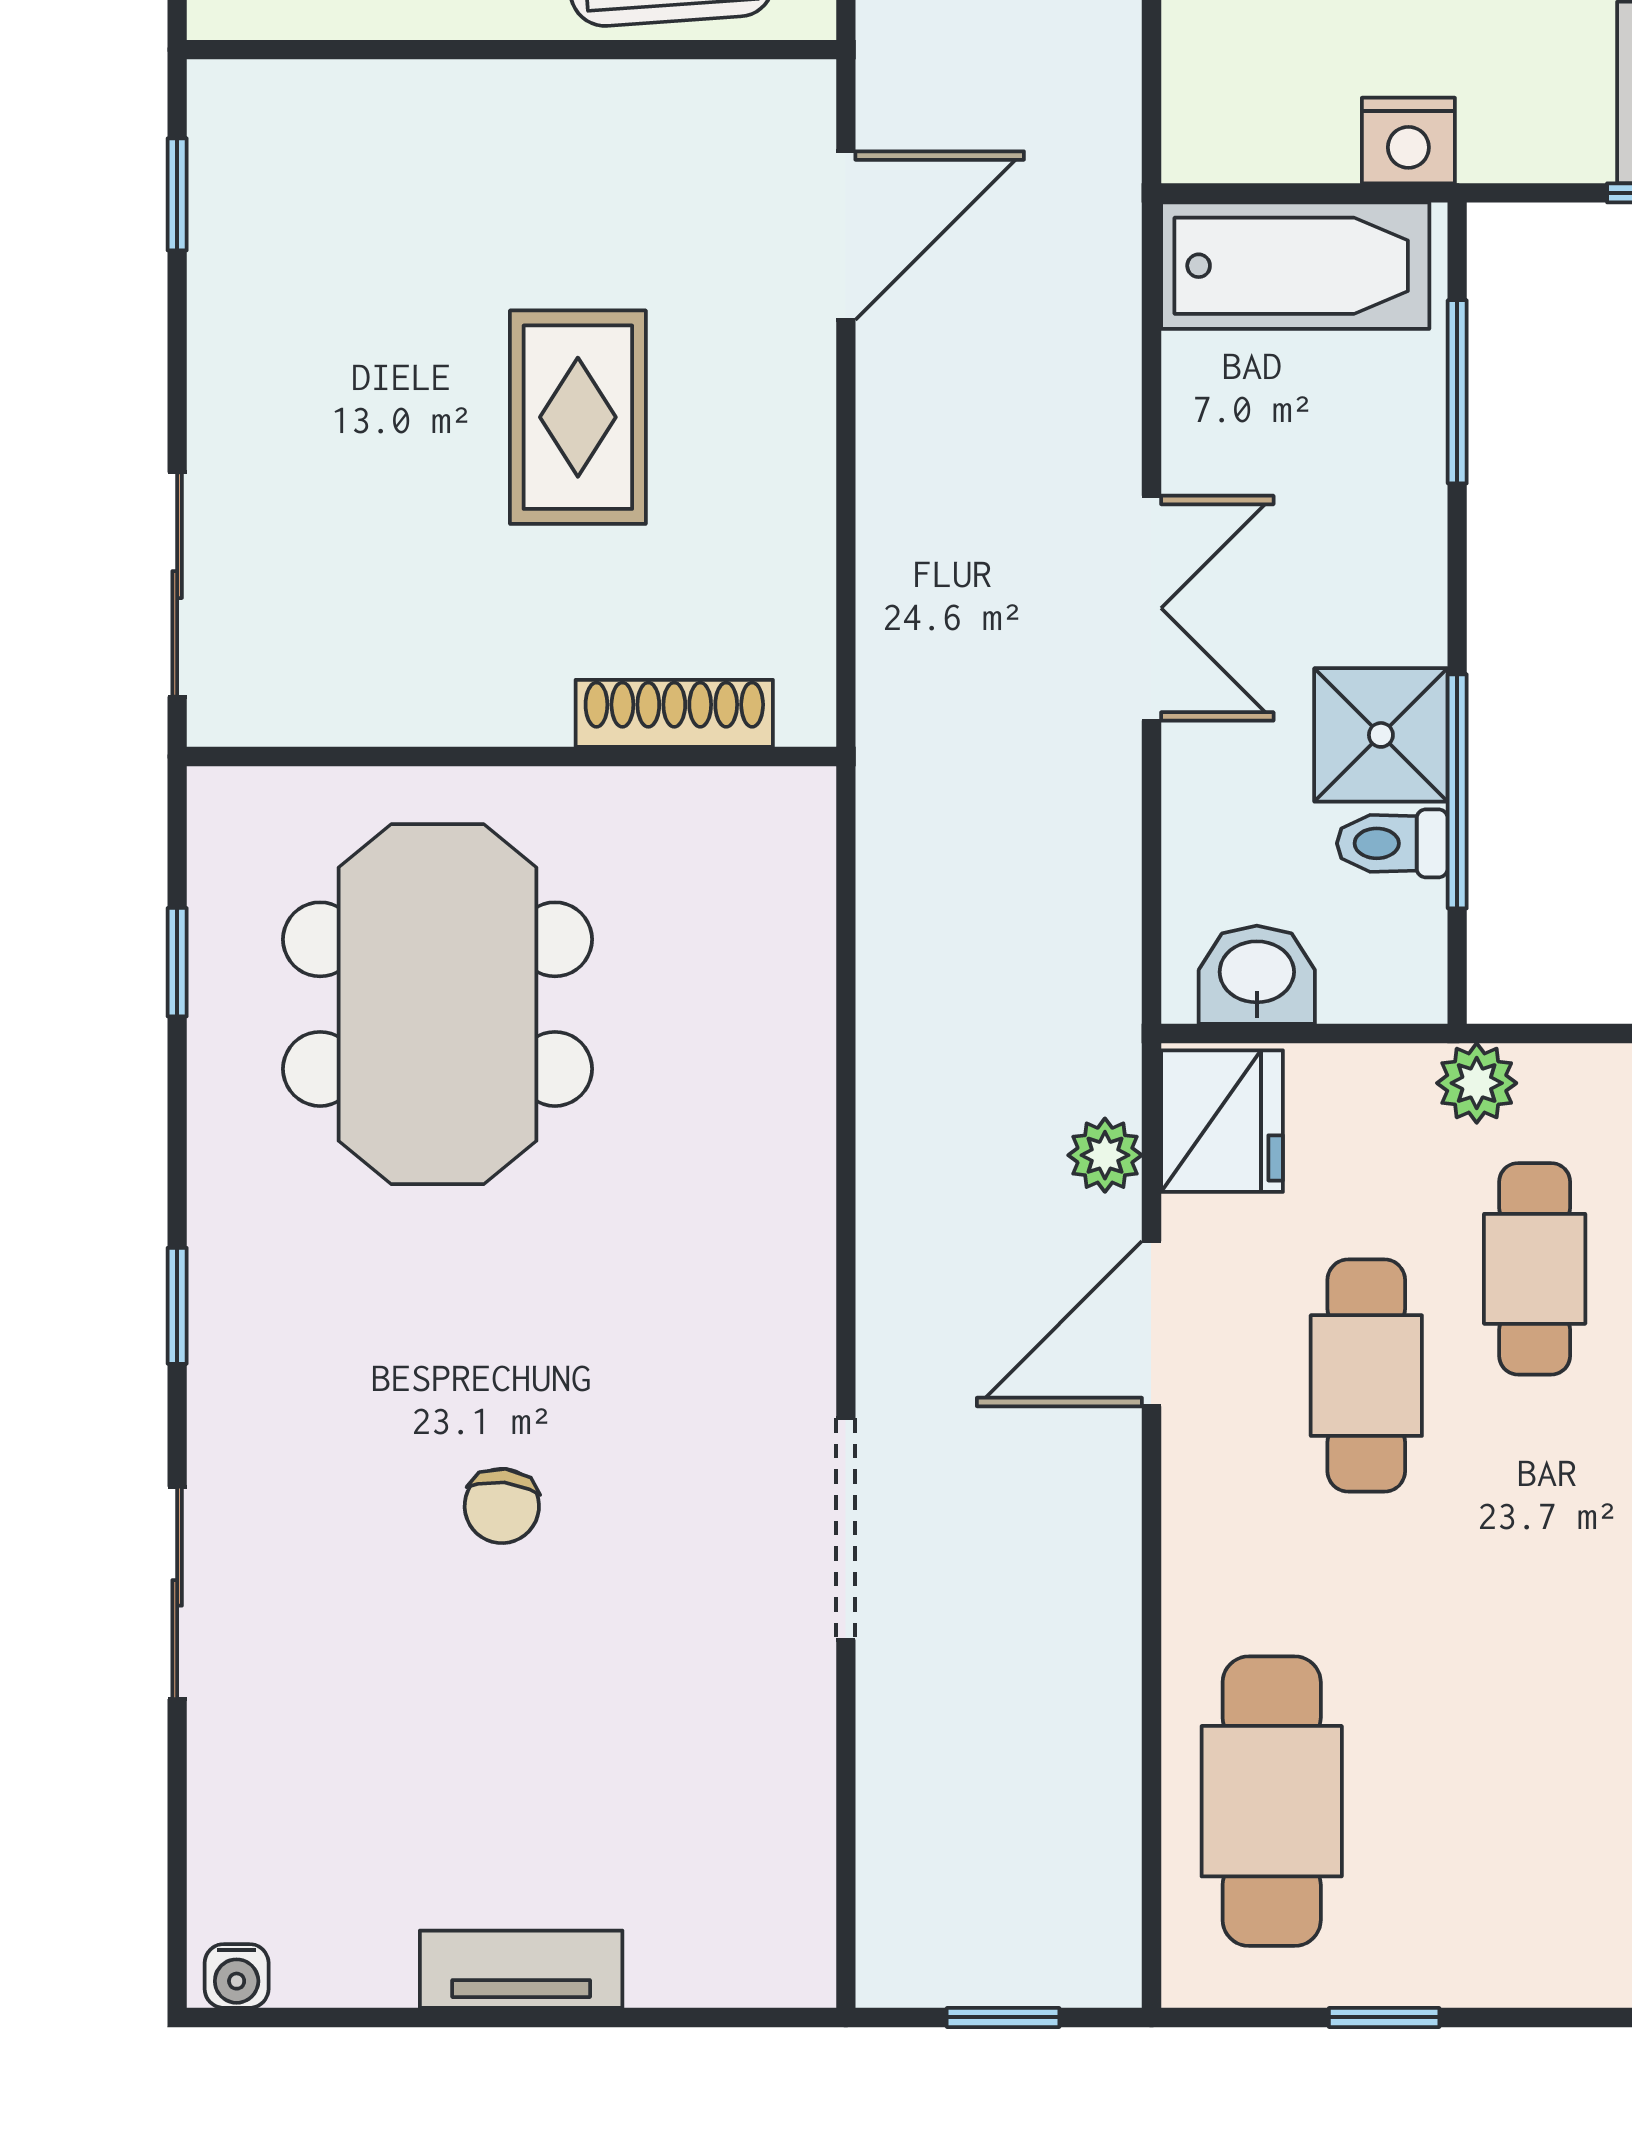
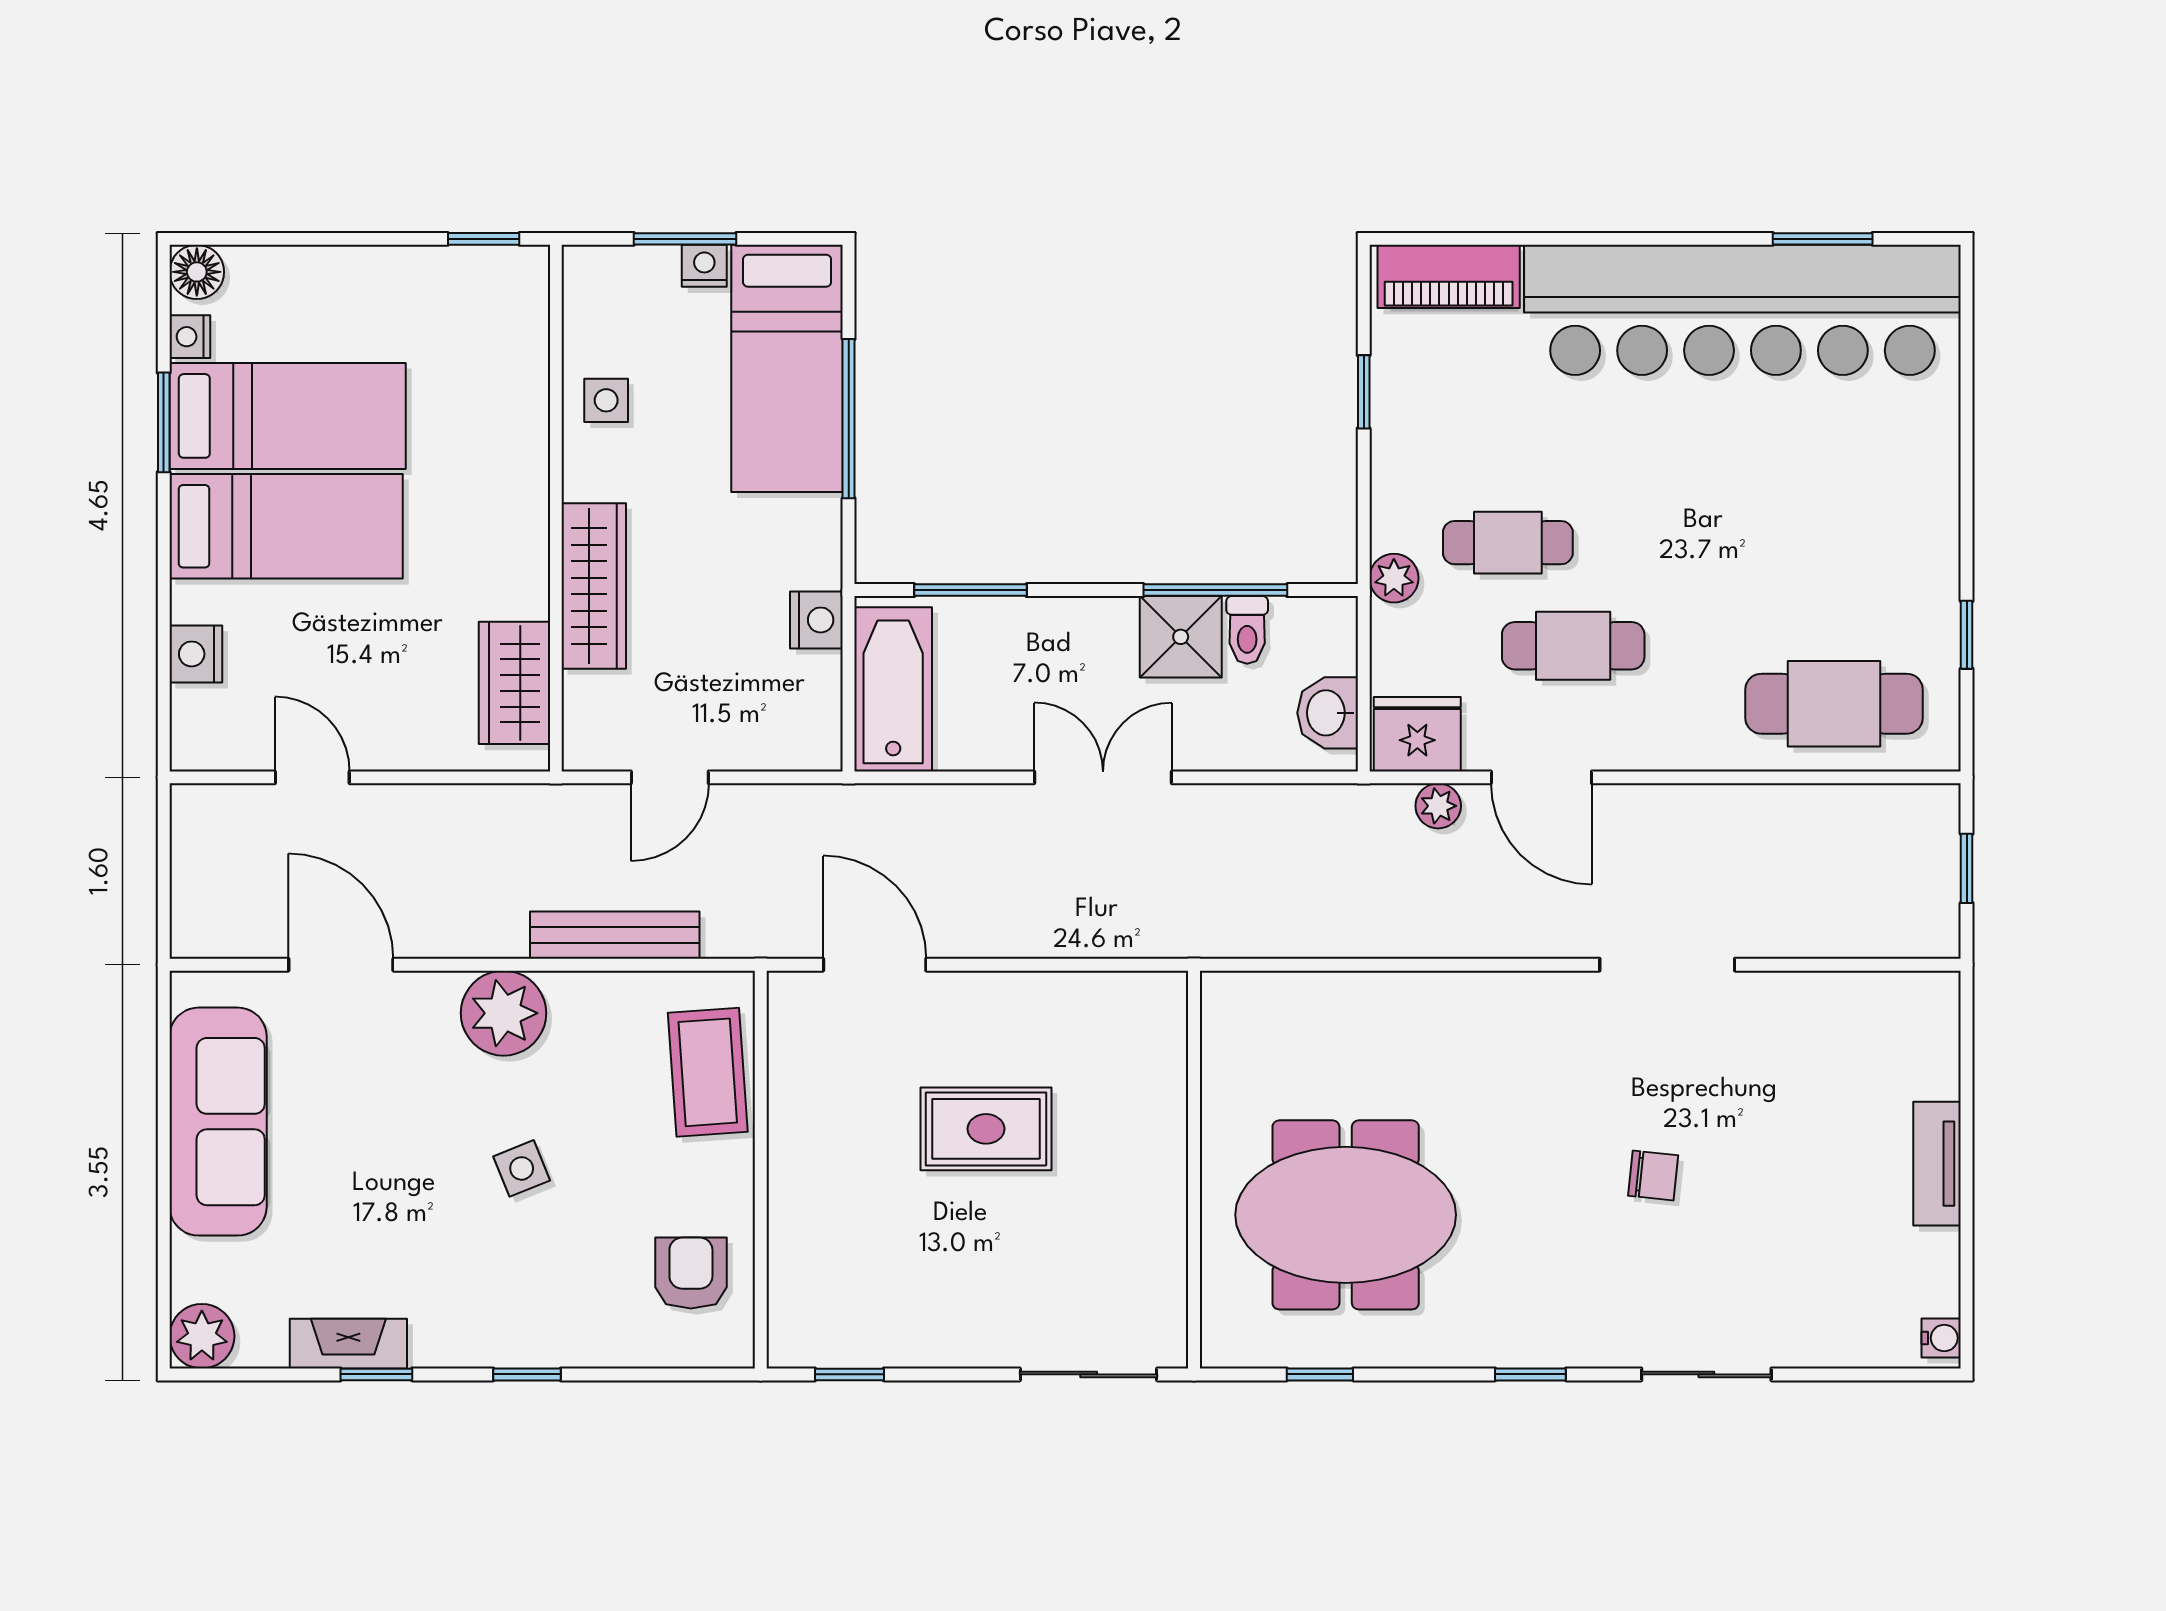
shoe rack: (674, 713) -> (1167, 1070), removed

